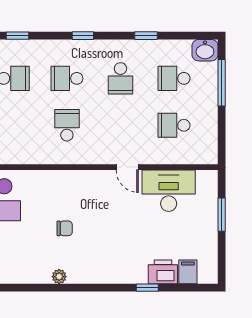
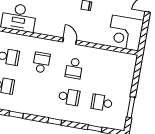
school desk: (120, 78) -> (41, 63), moved
door: (127, 167) -> (70, 41), moved

